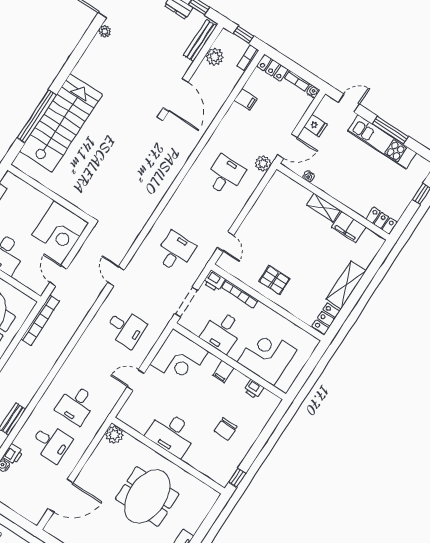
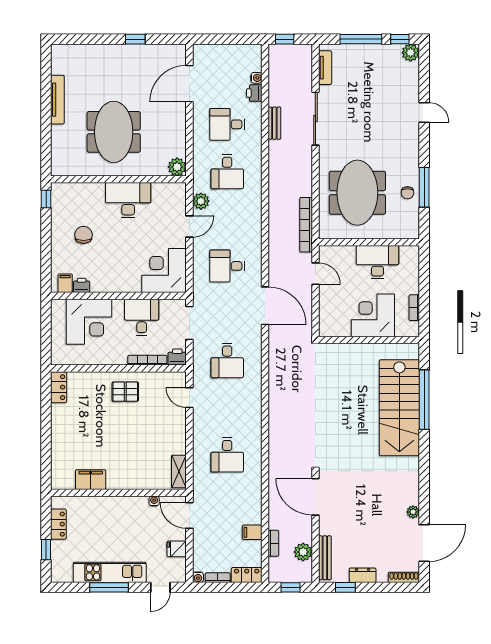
bookcase: (248, 58) -> (273, 543), moved
door: (288, 146) -> (189, 516), hinge flipped
plant: (263, 163) -> (201, 201), moved
shelving: (324, 208) -> (179, 471), moved, turned 90
locker: (381, 221) -> (58, 524), moved, turned -90
corner desk: (60, 229) -> (373, 315), moved
door: (116, 276) -> (265, 306), width x1.88
shelving: (346, 285) -> (60, 428), removed
filing cabinet: (223, 372) -> (65, 283), moved
desk: (76, 405) -> (227, 172), turned 180

